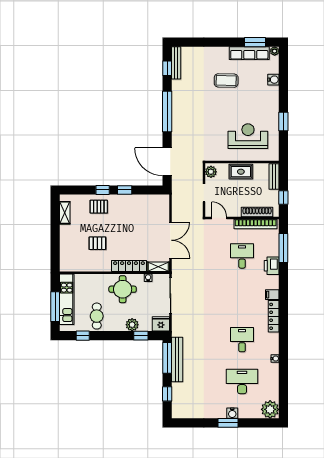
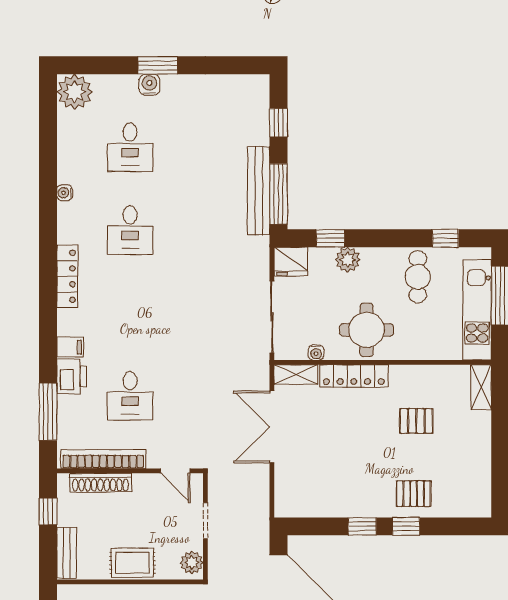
shelving: (65, 213) -> (481, 387), moved
filing cabinet: (272, 295) -> (70, 347), moved
desk: (242, 382) -> (130, 147), width x0.73

